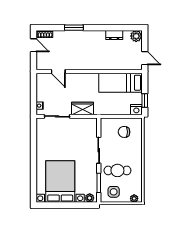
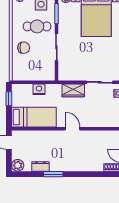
window: (74, 28) -> (53, 174), moved
door: (58, 71) -> (73, 129), moved
nightstand: (136, 110) -> (39, 89), moved
chair: (124, 132) -> (24, 48), moved

